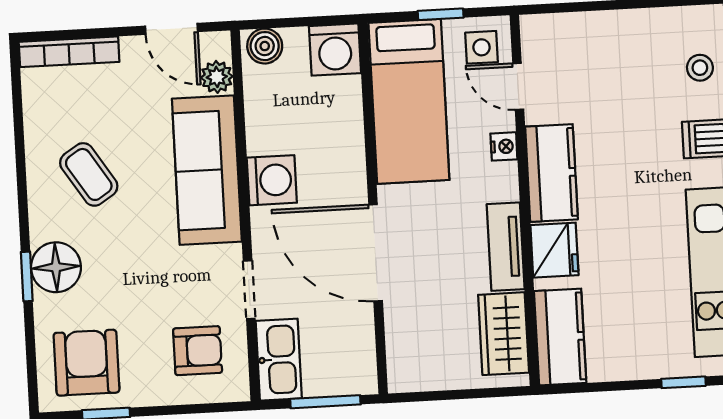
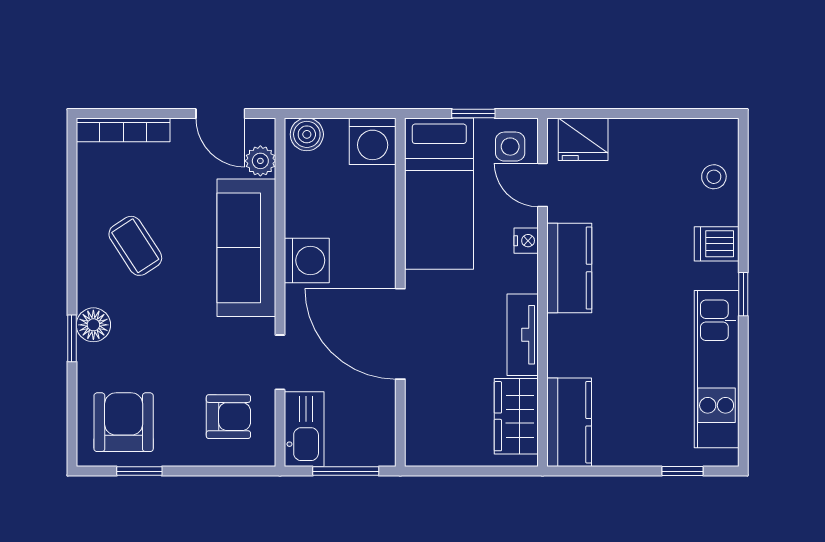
fridge: (554, 250) -> (583, 139), moved, turned 90
floor lamp: (56, 267) -> (93, 325), width x0.73, depth x0.73

